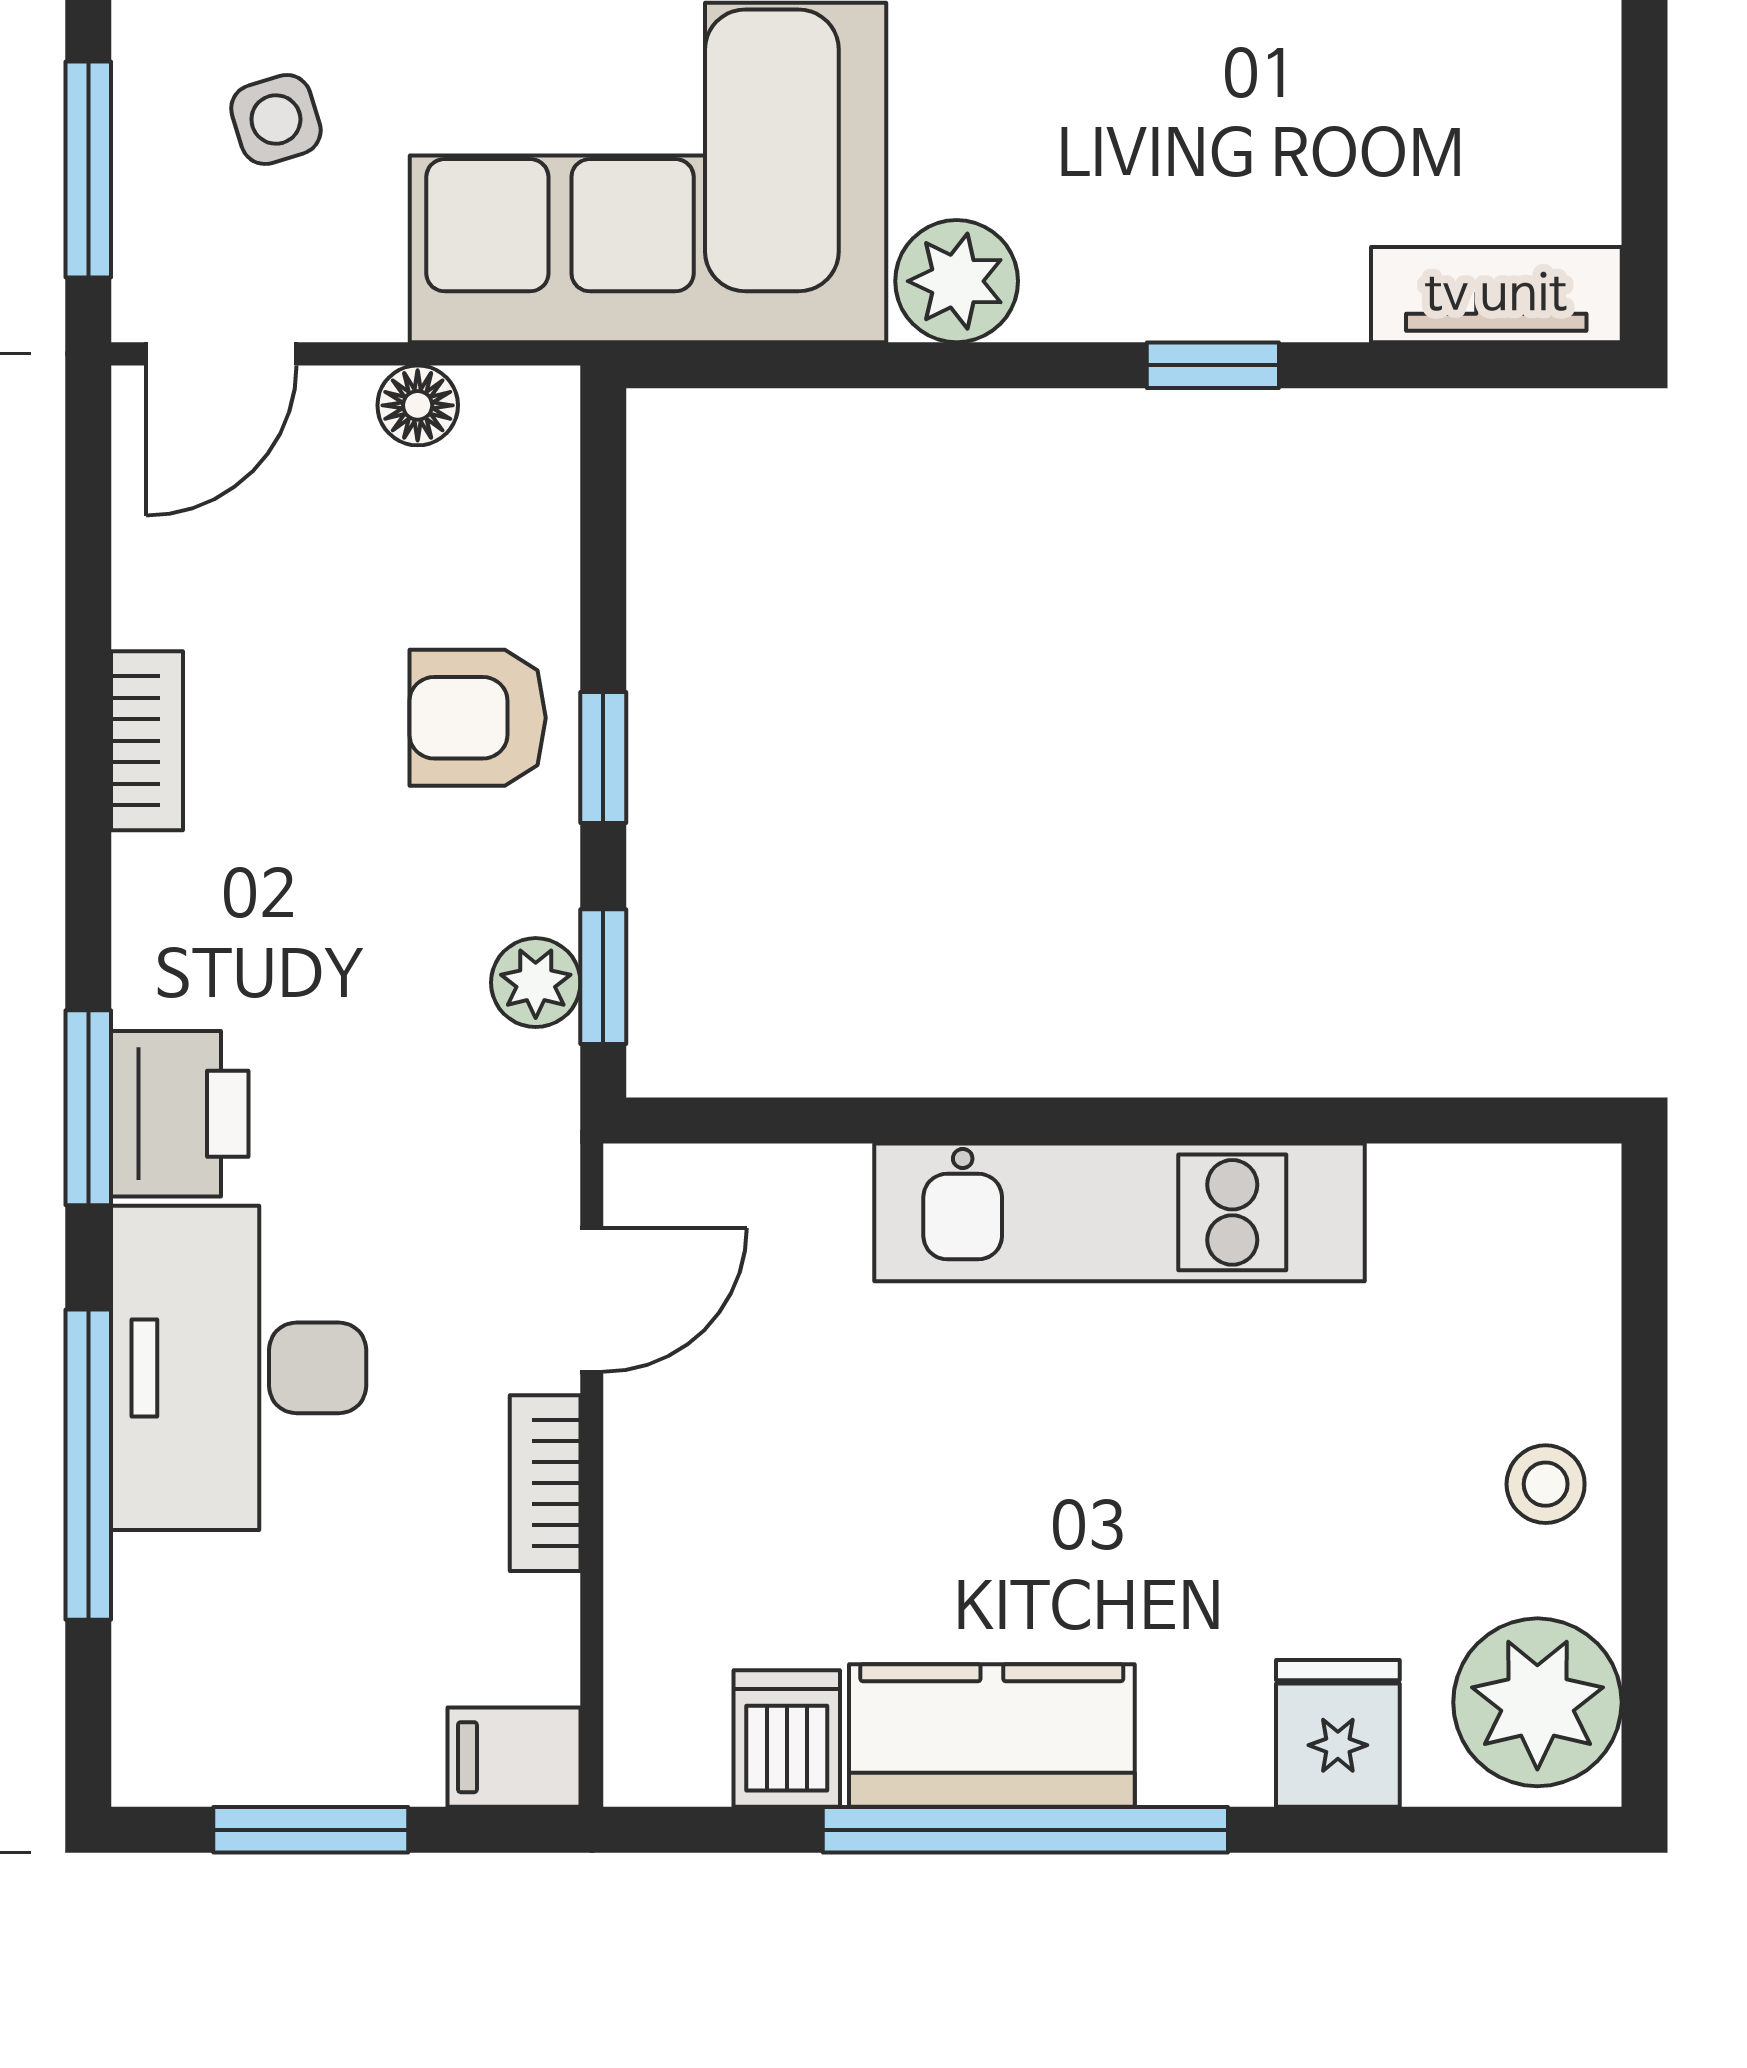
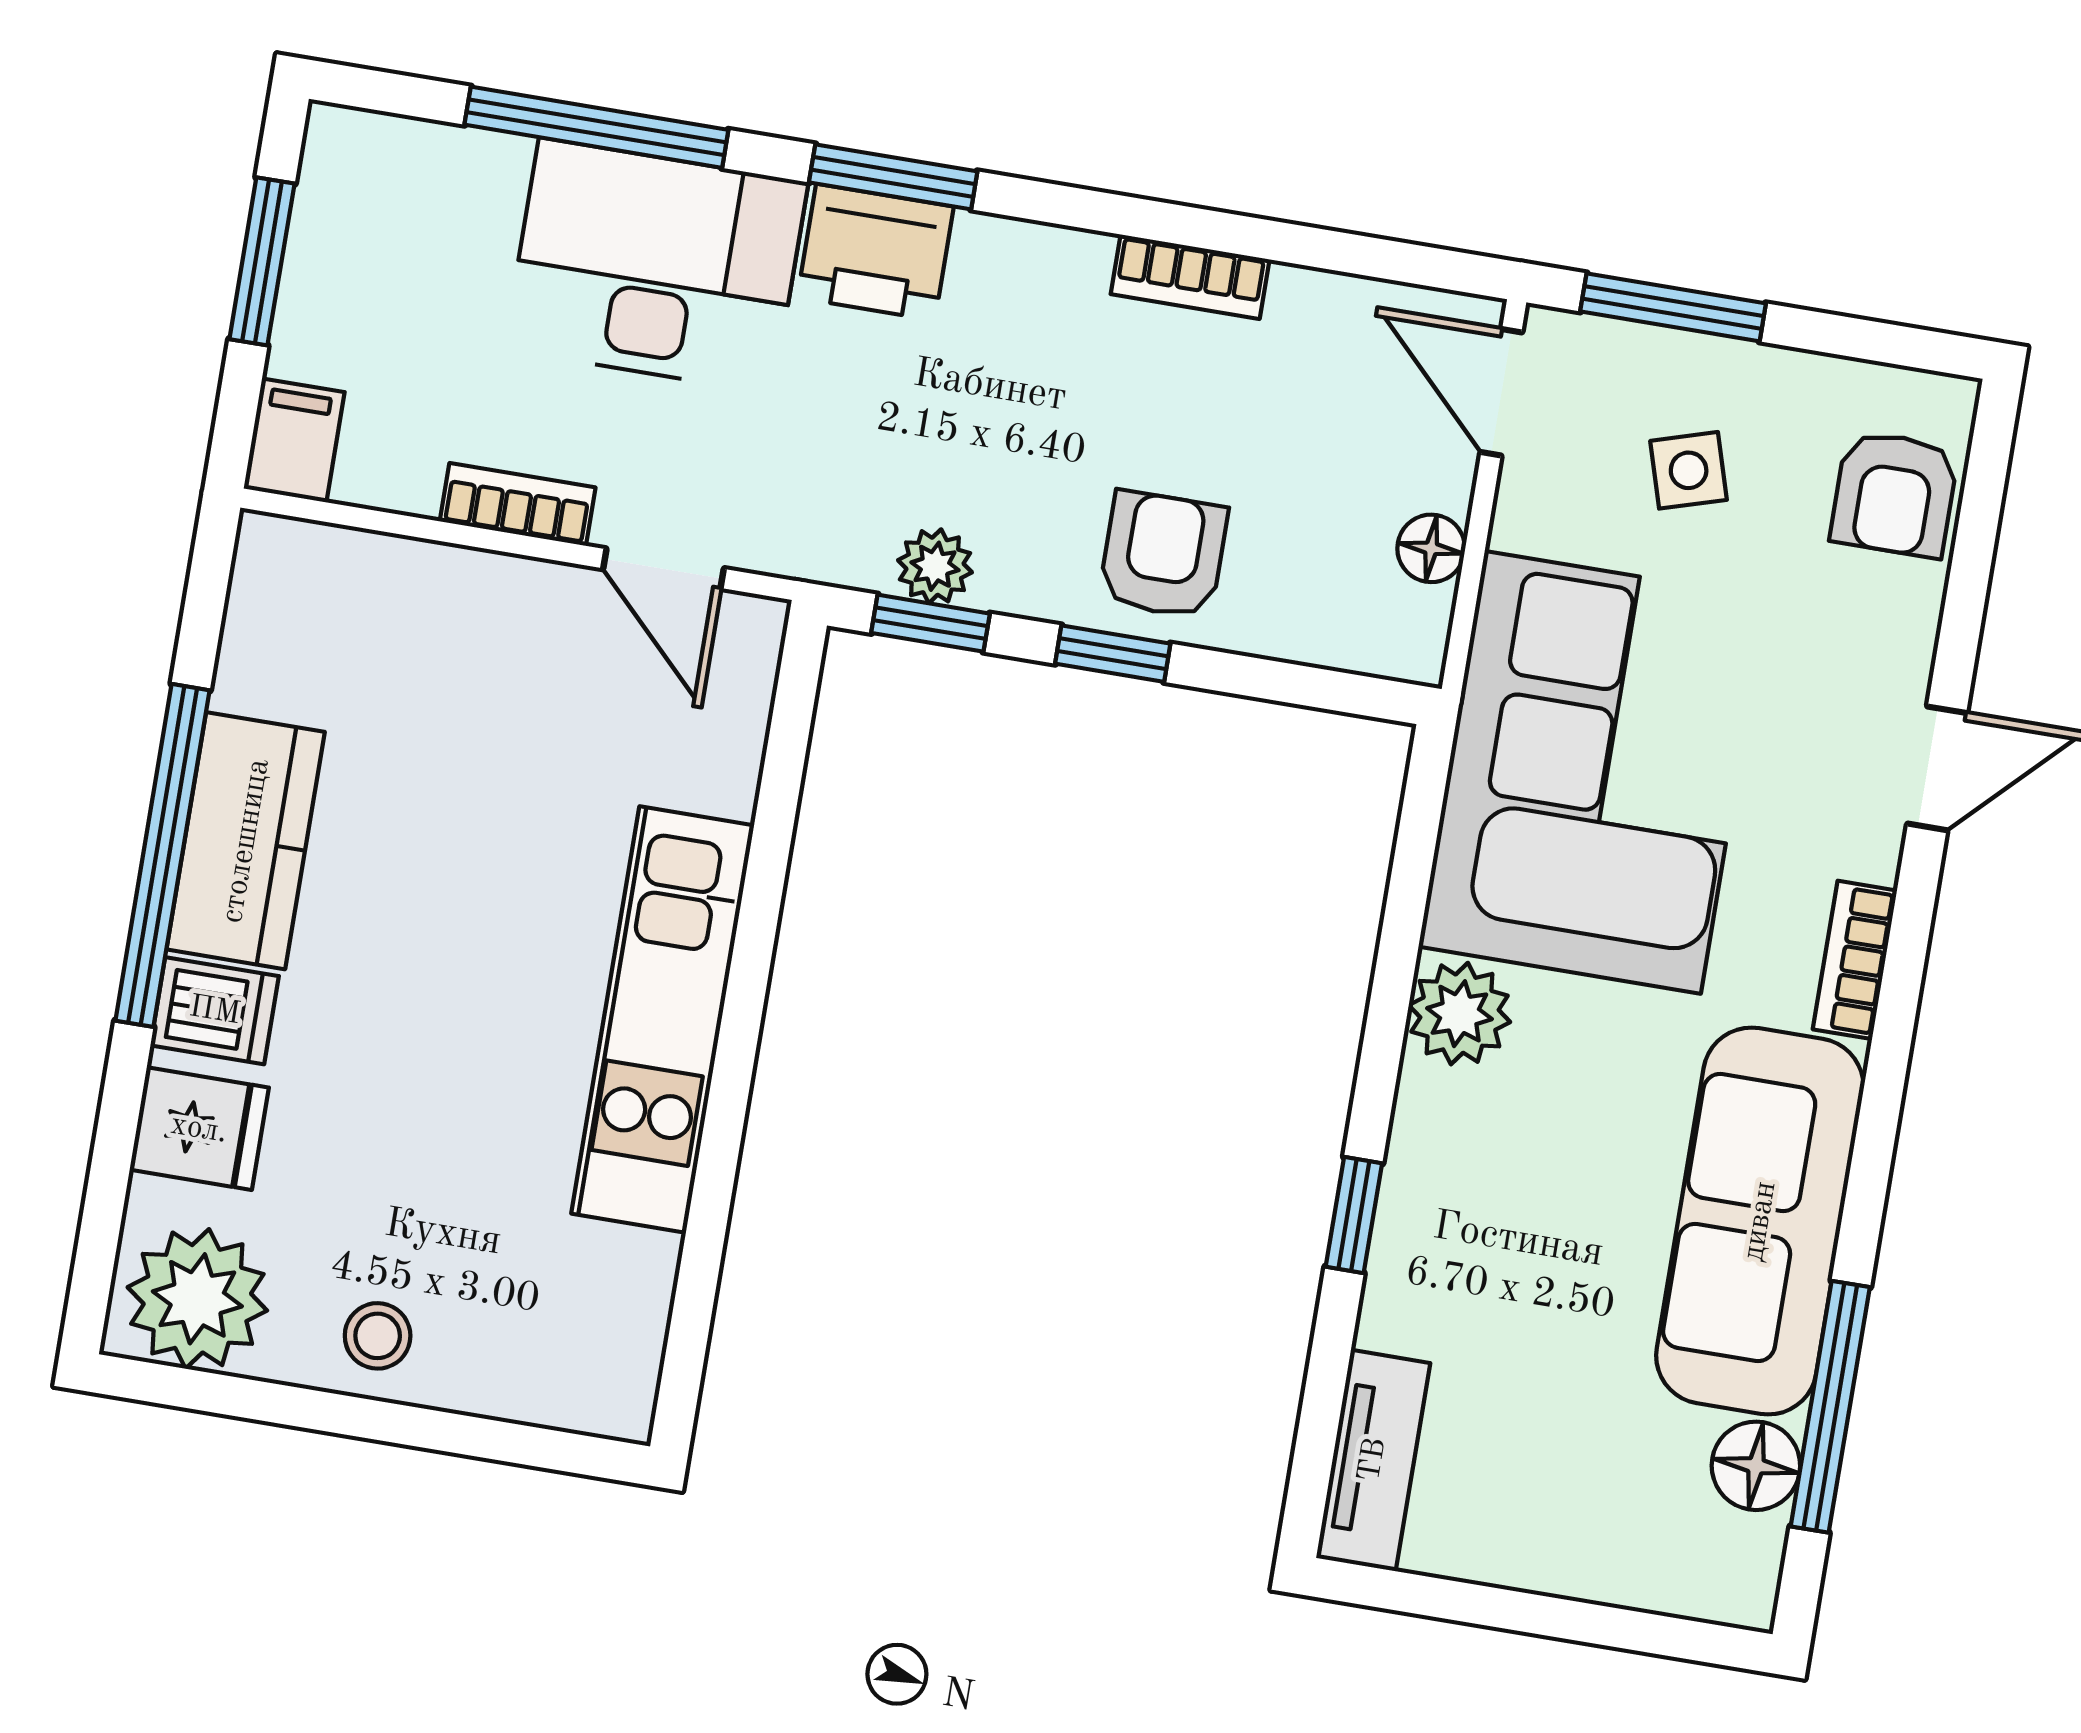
dishwasher: (787, 1739) -> (215, 1011), moved

